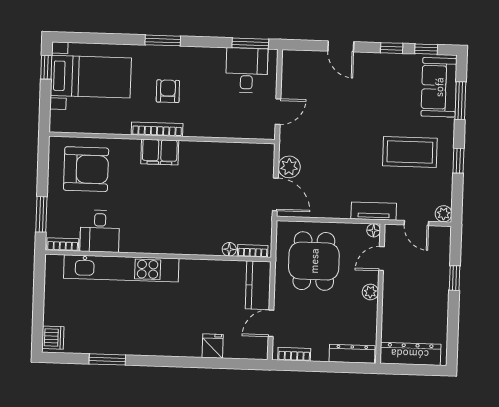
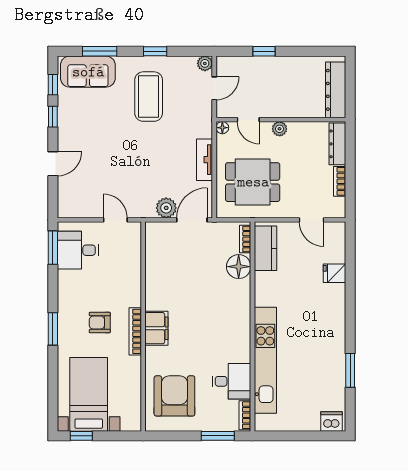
tv unit: (374, 211) -> (204, 160), moved
floor lamp: (229, 249) -> (239, 267), width x1.89, depth x1.89
kitchen counter: (258, 285) -> (266, 248), moved, turned -90
bookcase: (294, 354) -> (340, 181), moved

